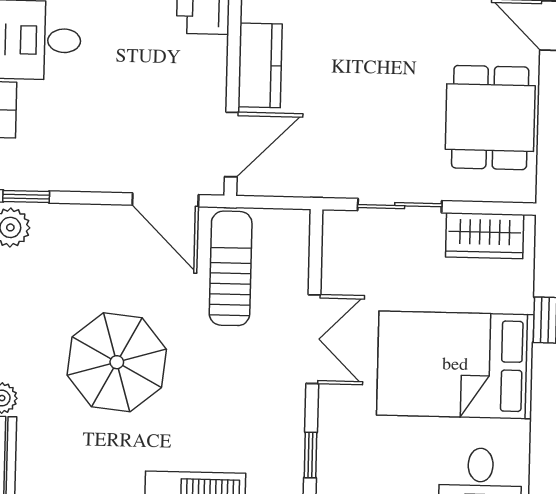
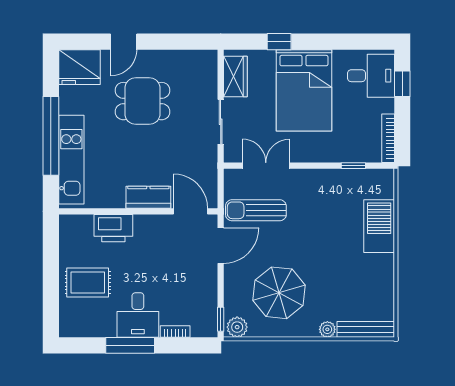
dining table: (490, 118) -> (142, 101), moved
double door: (313, 339) -> (266, 166), moved
parasol: (117, 362) -> (279, 293), moved

